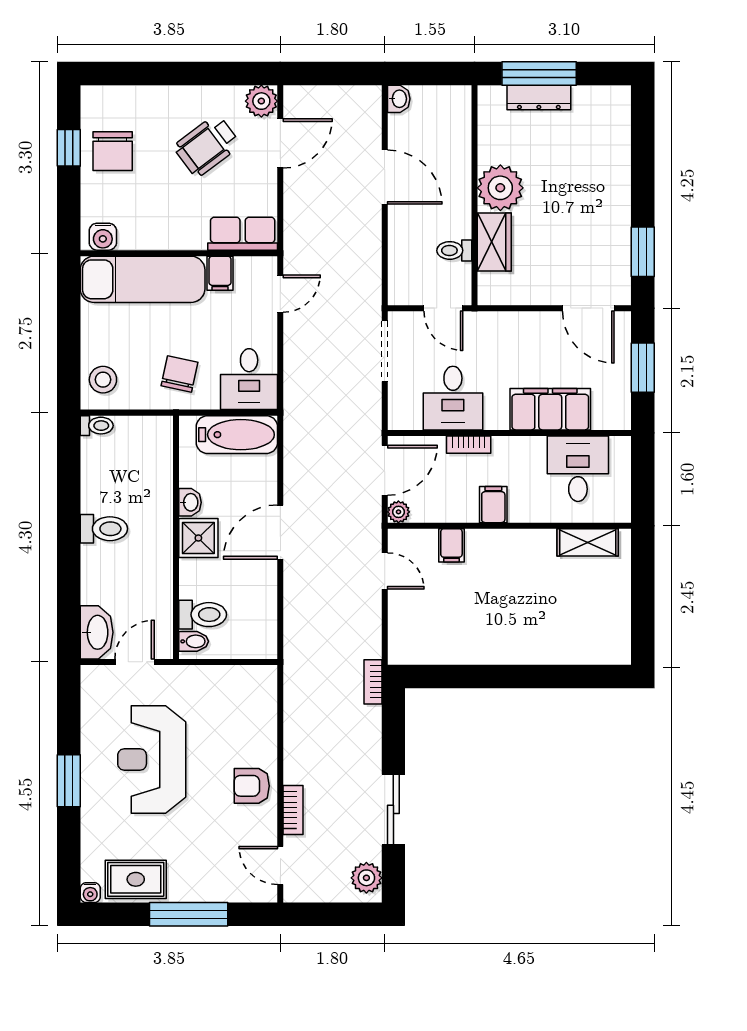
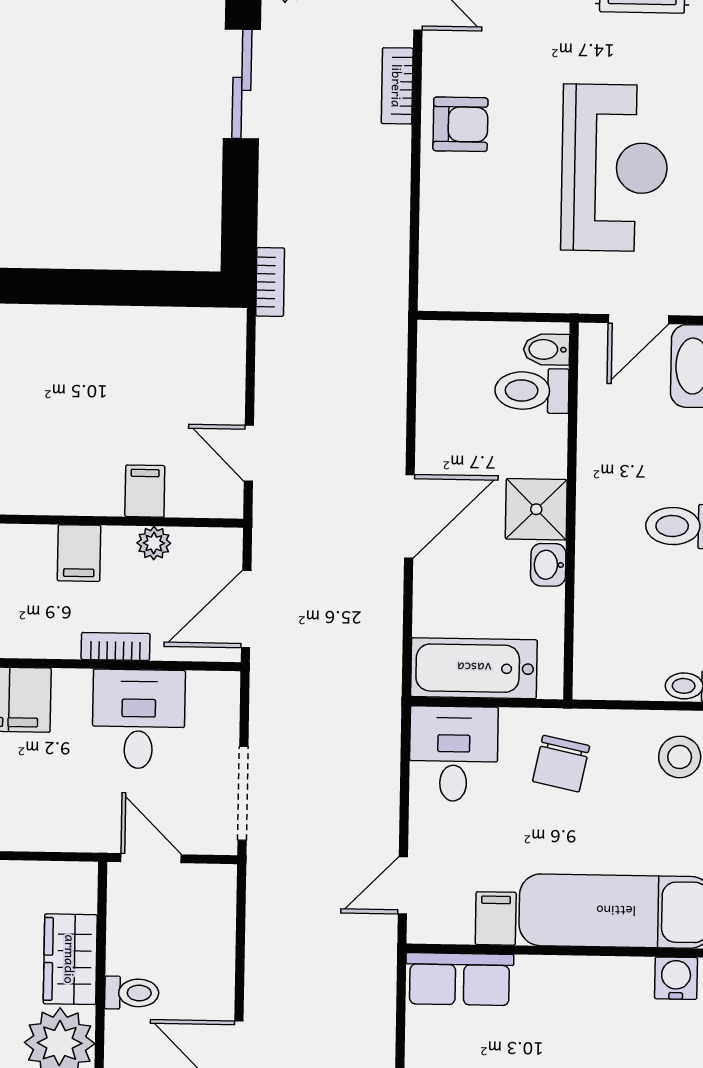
toilet: (454, 250) -> (132, 993), moved
plant: (398, 512) -> (154, 543), moved

